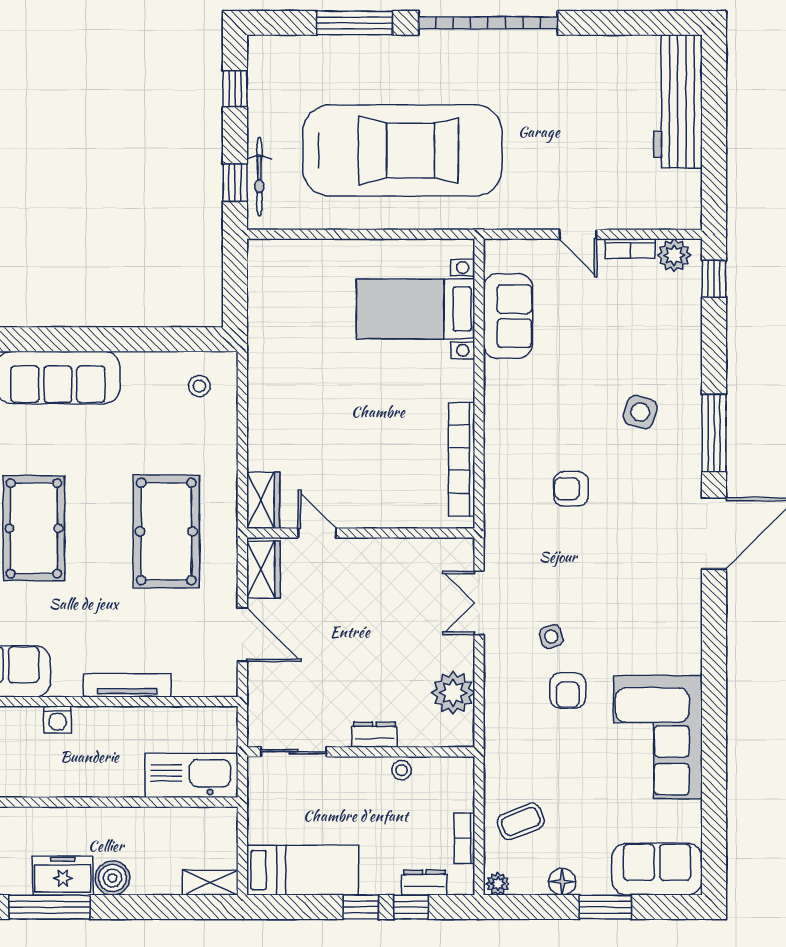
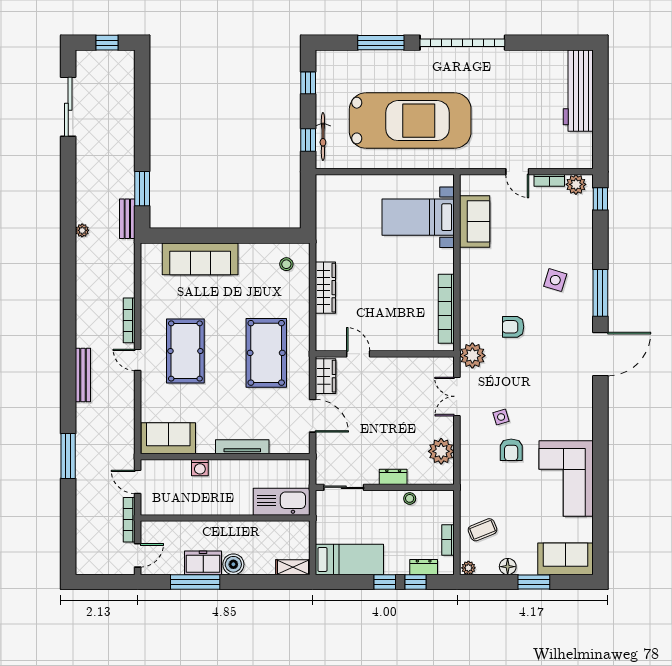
wardrobe: (263, 500) -> (325, 288), moved, width x1.50
plant: (504, 536) -> (472, 356), added

